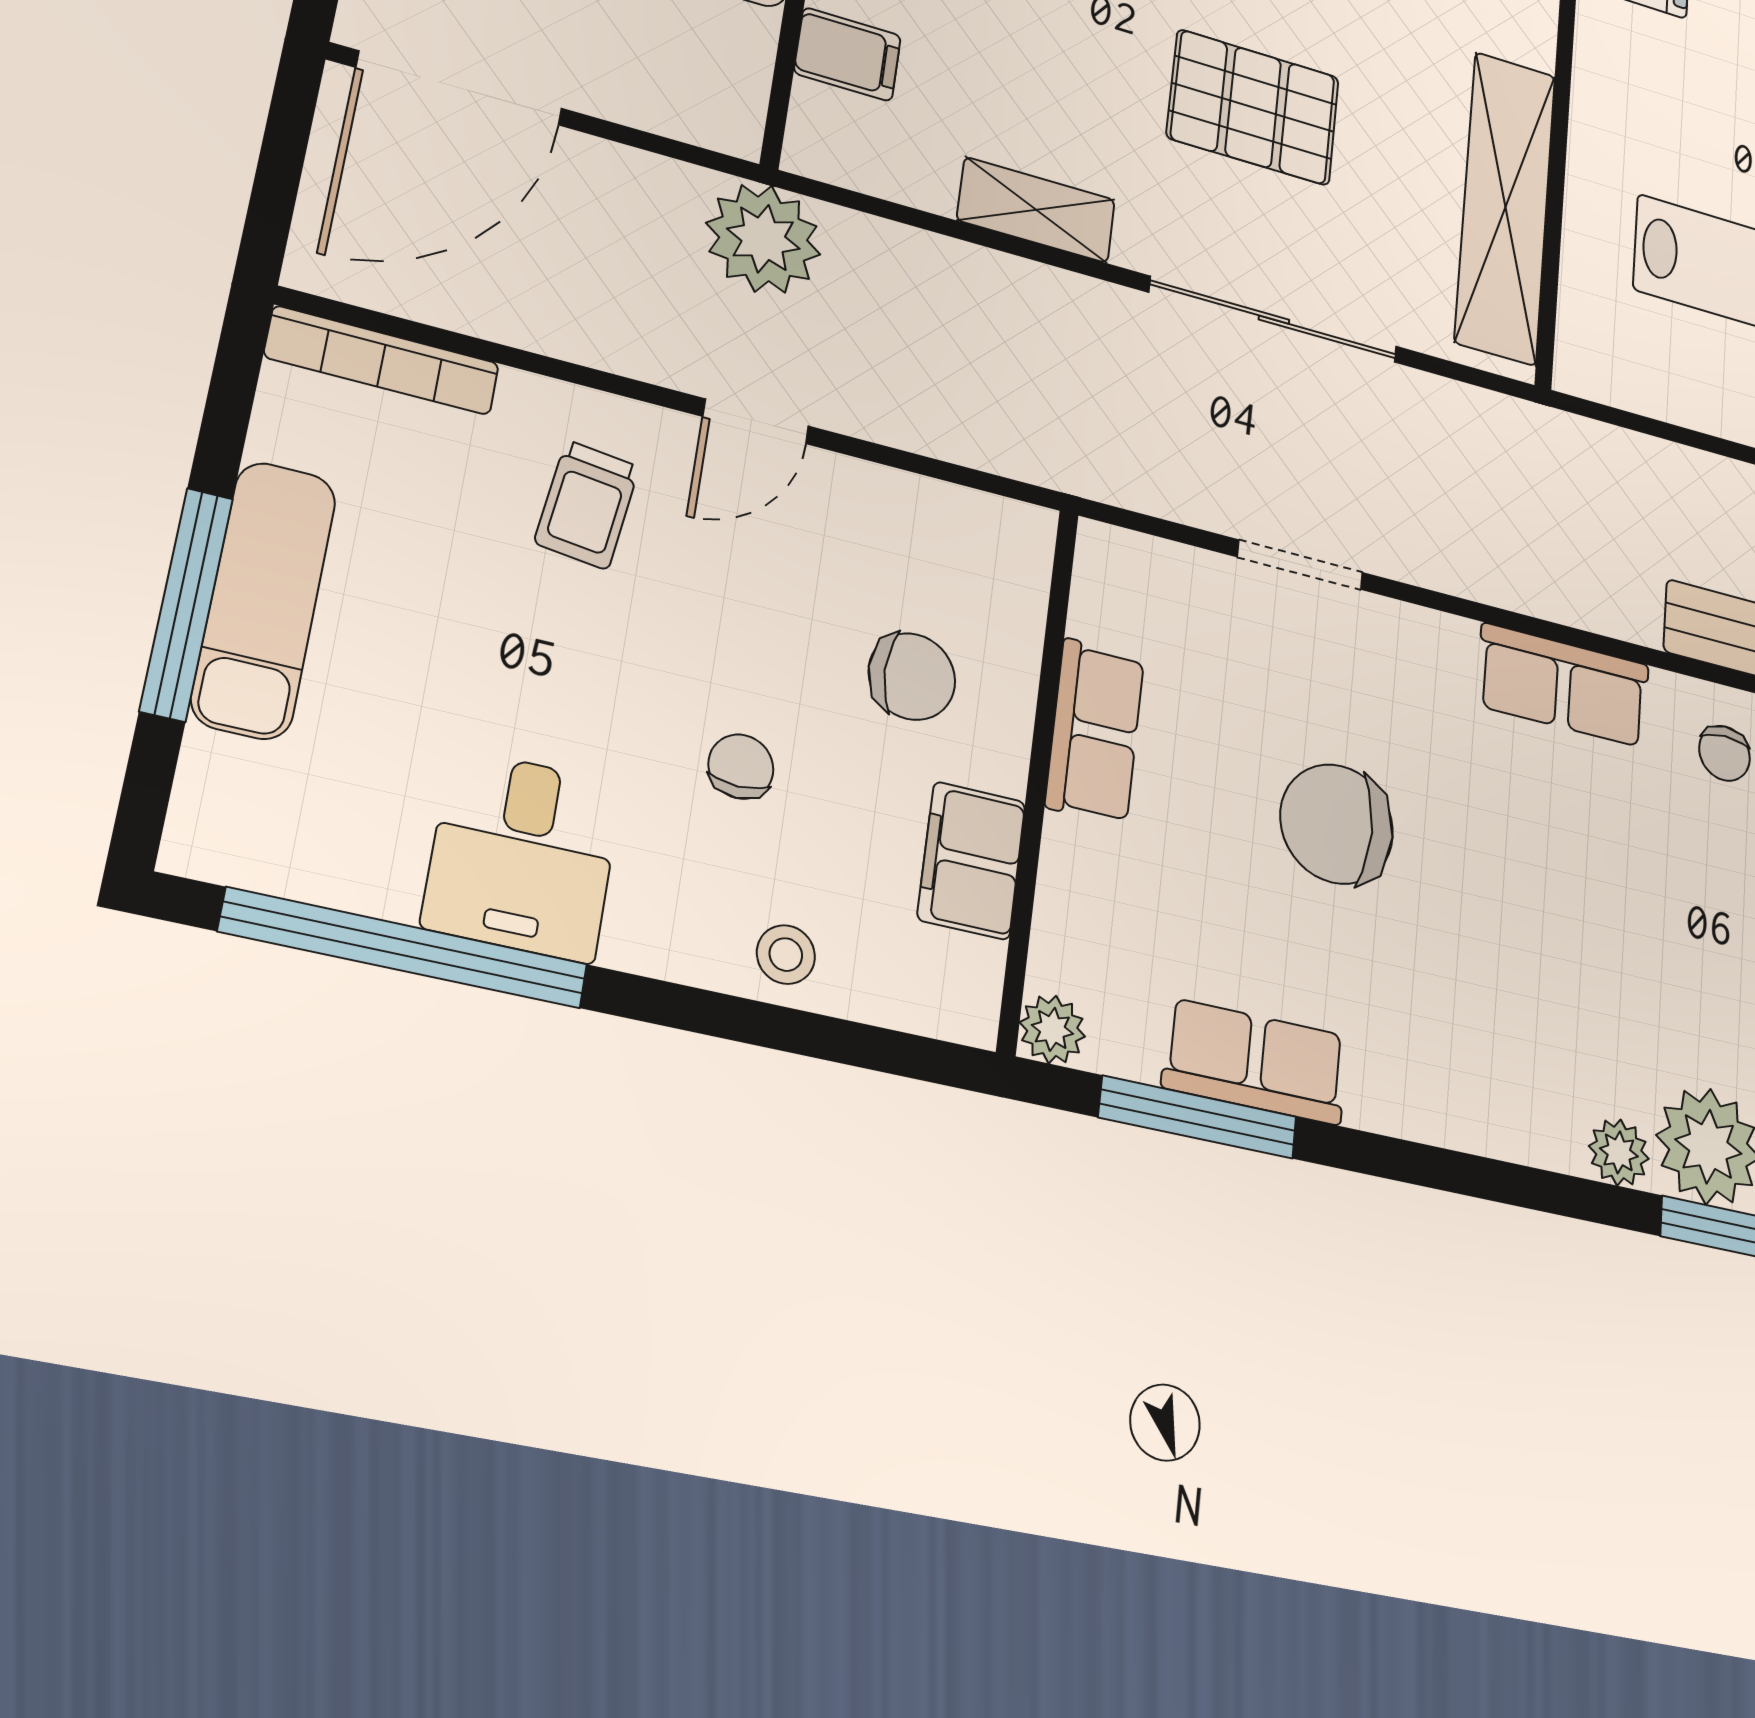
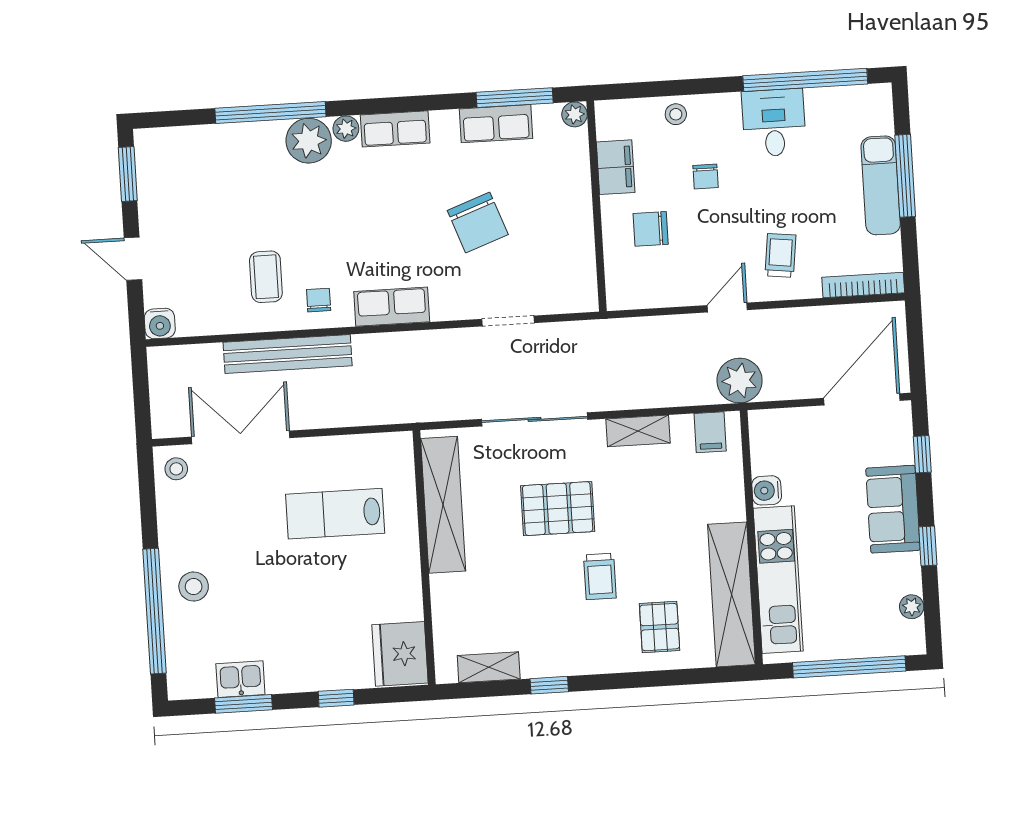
filing cabinet: (848, 54) -> (710, 432), moved, turned -90
row of seats: (1095, 731) -> (395, 129), moved, turned -90
chair: (1337, 824) -> (478, 222), turned 70

